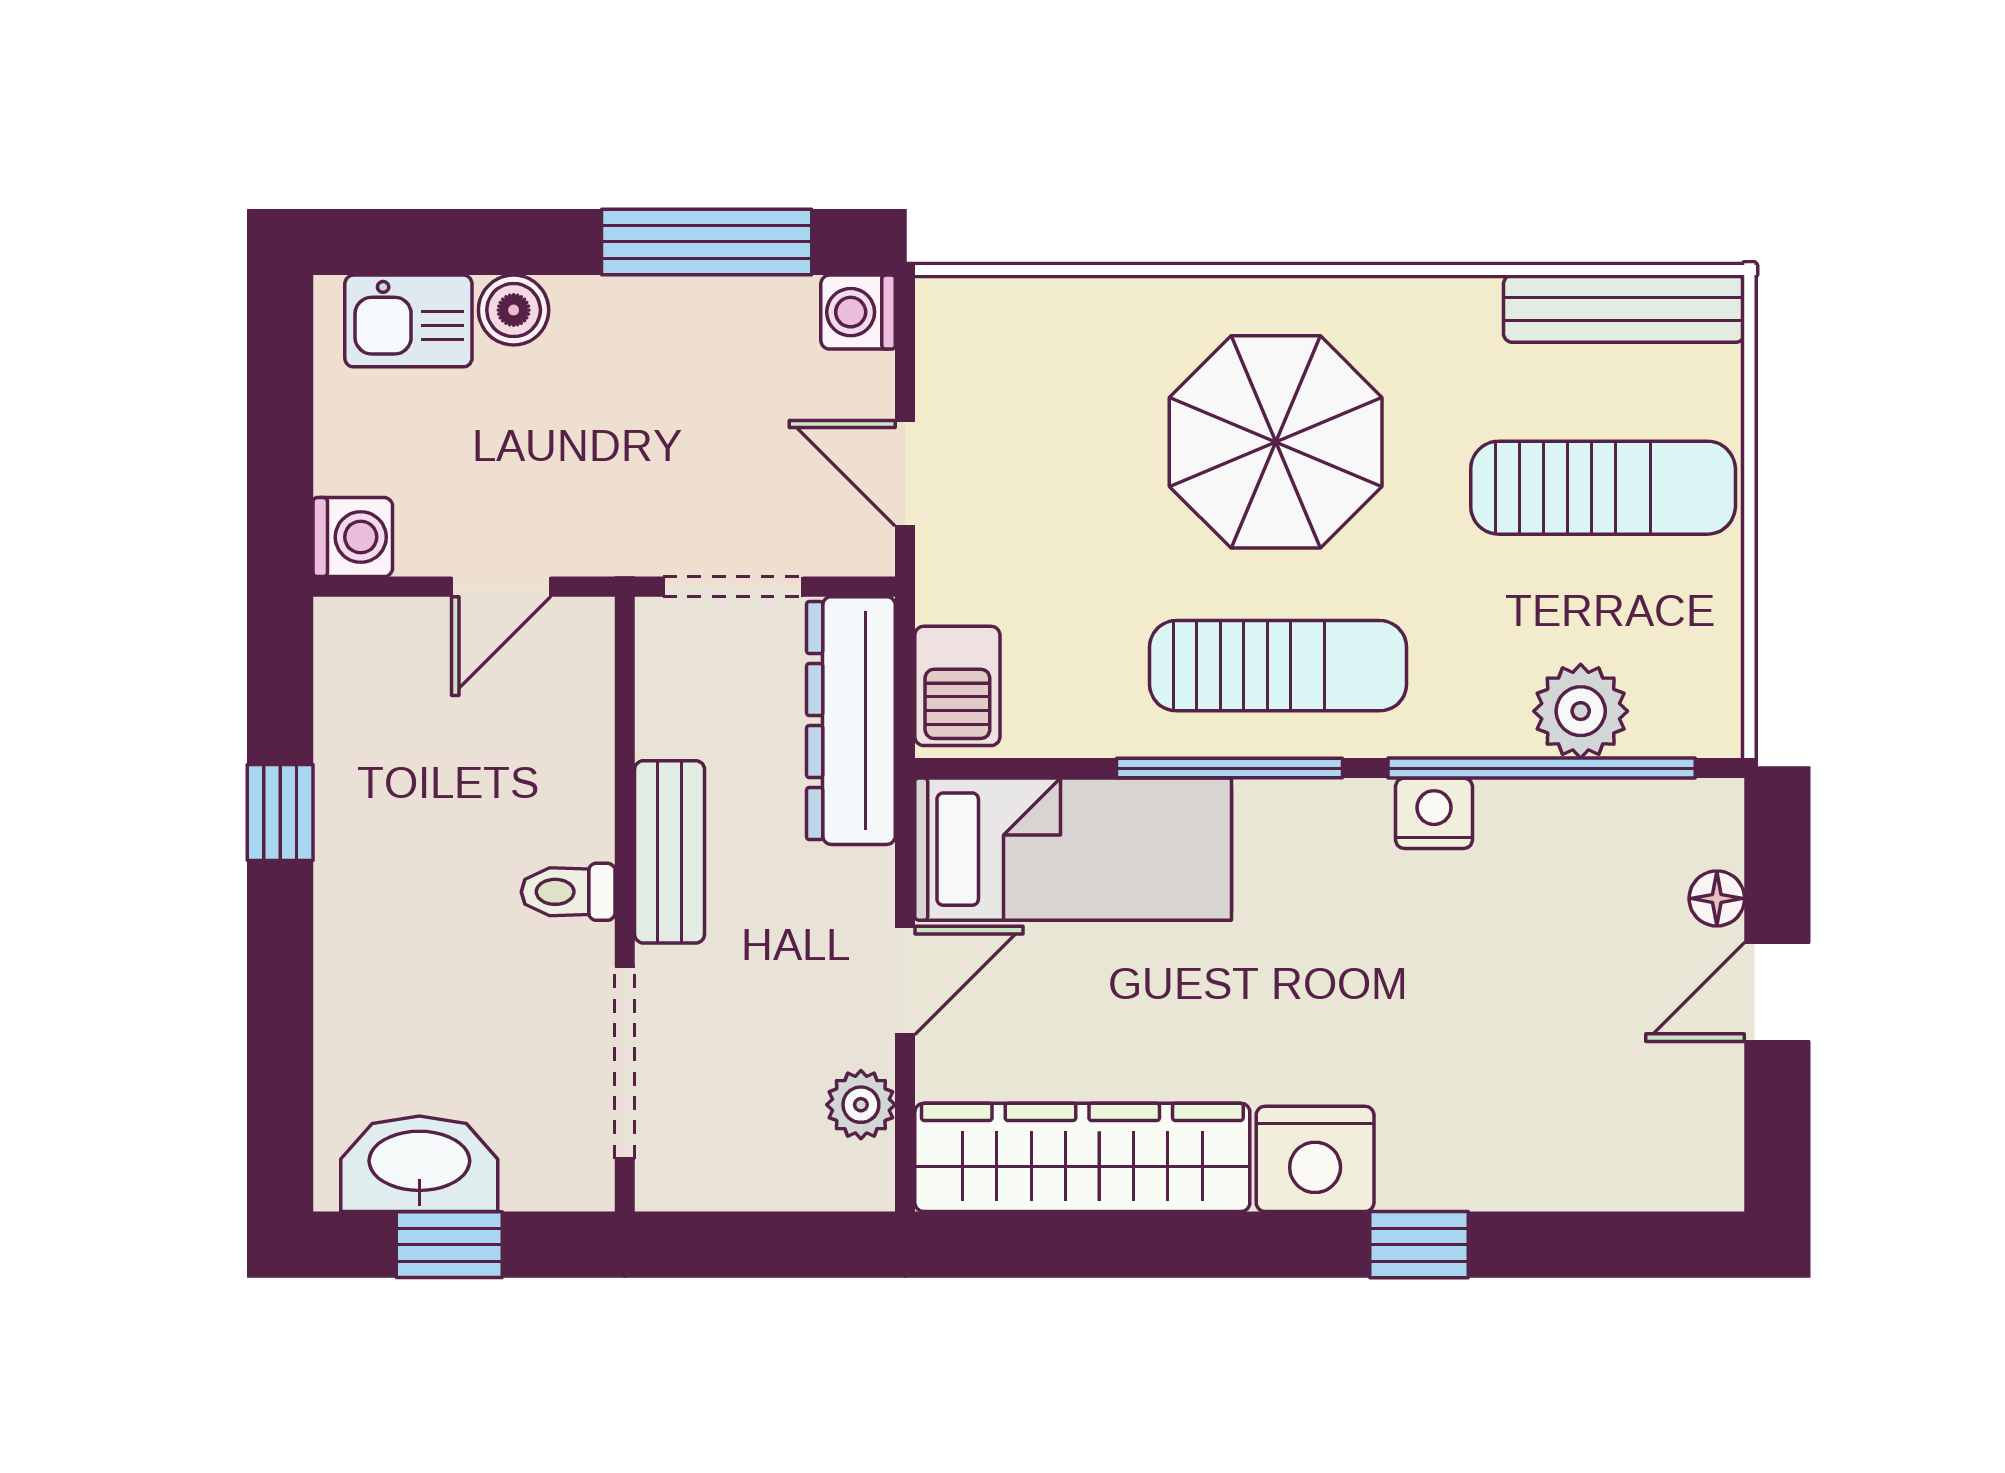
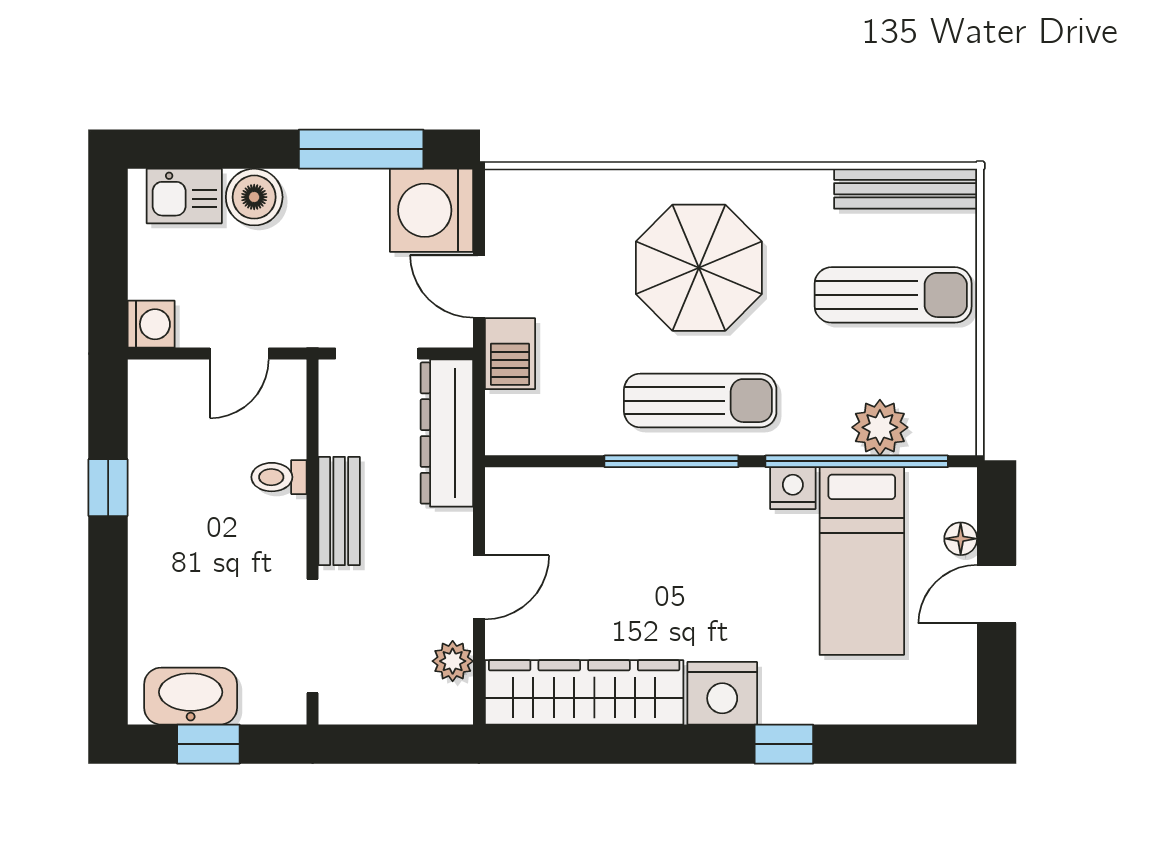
boiler: (514, 310) -> (254, 197), width x1.36, depth x1.36
washing machine: (858, 312) -> (431, 210), width x1.89, depth x1.89
barbecue: (957, 686) -> (510, 354), moved
bed: (1073, 849) -> (862, 561), moved, turned 90
toilet: (568, 892) -> (279, 477), moved

